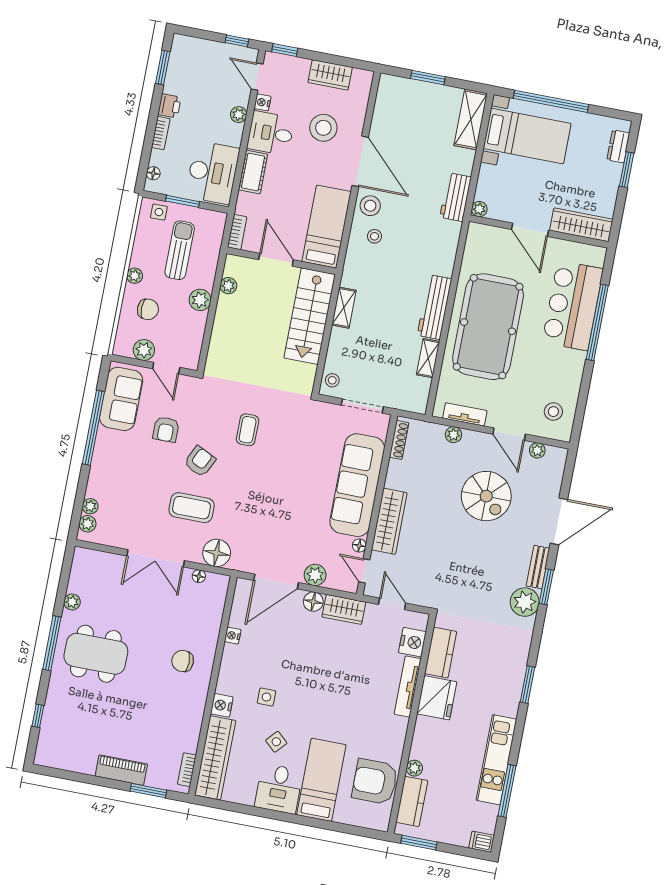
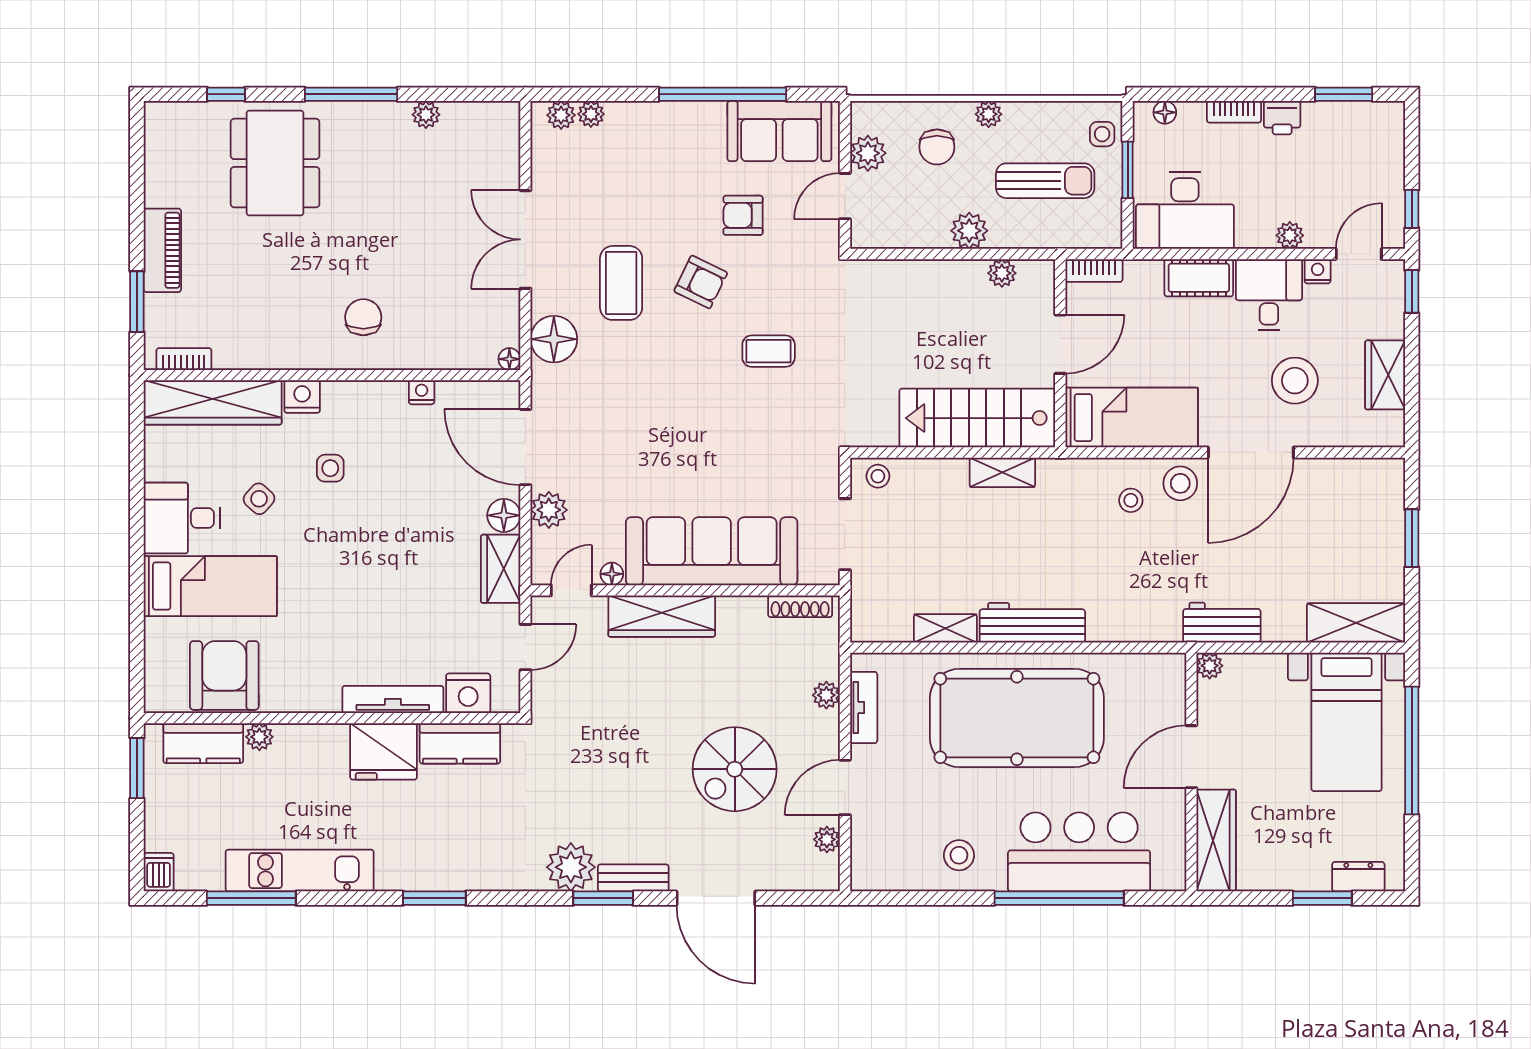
stool: (553, 412) -> (959, 855), moved
floor lamp: (199, 576) -> (509, 359), moved
dining table: (96, 654) -> (275, 163), moved

